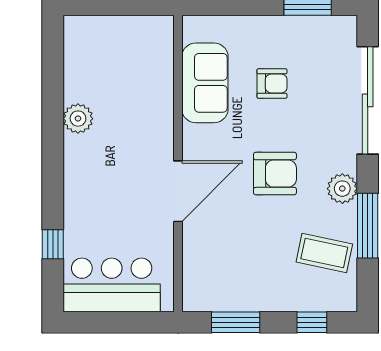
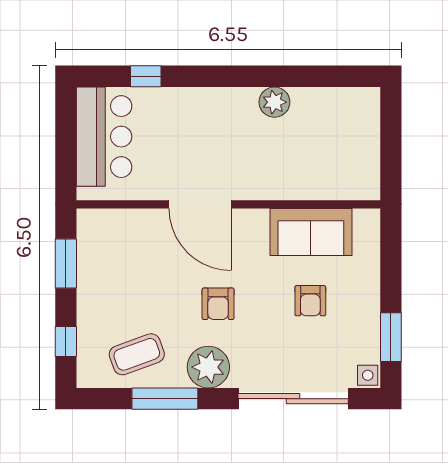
side table: (345, 27) -> (368, 375), added
armchair: (275, 174) -> (218, 304), width x0.72, depth x0.72
plant: (342, 189) -> (208, 367), width x1.36, depth x1.36
coffee table: (324, 253) -> (137, 354), turned 58

